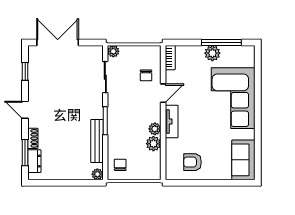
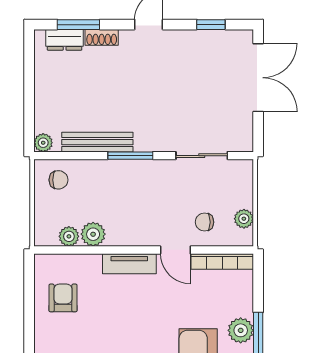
plant: (113, 51) -> (244, 219), moved
bookcase: (170, 58) -> (222, 261), width x1.56
plant: (155, 129) -> (69, 236), moved

